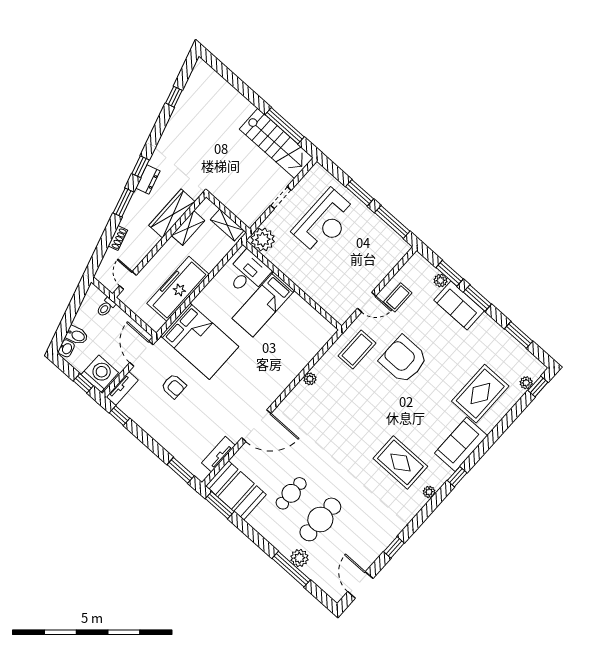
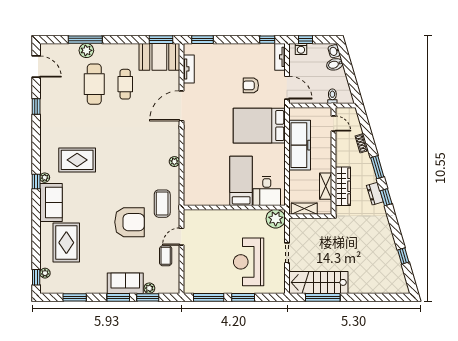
washing machine: (100, 374) -> (301, 49), width x0.53, depth x0.53
plant: (429, 492) -> (45, 178), moved

